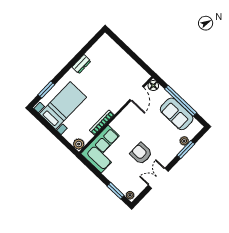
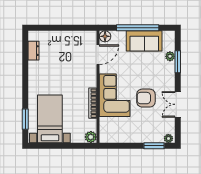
dresser: (81, 64) -> (33, 51), moved
door: (137, 93) -> (98, 55), hinge flipped
corner sofa: (105, 149) -> (115, 95), moved

